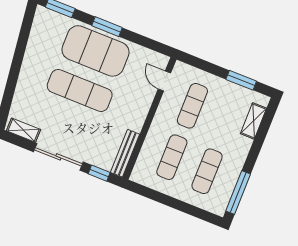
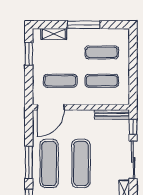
window: (107, 27) -> (29, 162), width x1.44
exercise mat: (95, 51) -> (49, 164), width x0.68
door: (164, 81) -> (51, 107), width x1.87
window: (238, 193) -> (84, 25), moved

